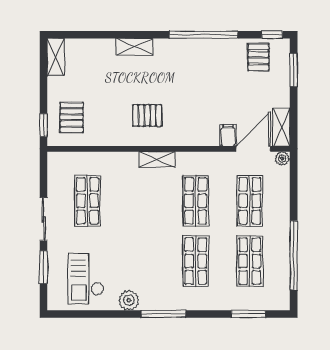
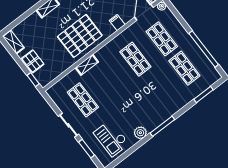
pallet: (147, 115) -> (80, 36), width x2.05, depth x2.00
pallet: (72, 117) -> (33, 61), moved
filing cabinet: (228, 135) -> (117, 23), moved
shelving: (157, 160) -> (87, 65), moved
shop shelf: (196, 261) -> (158, 89), removed

